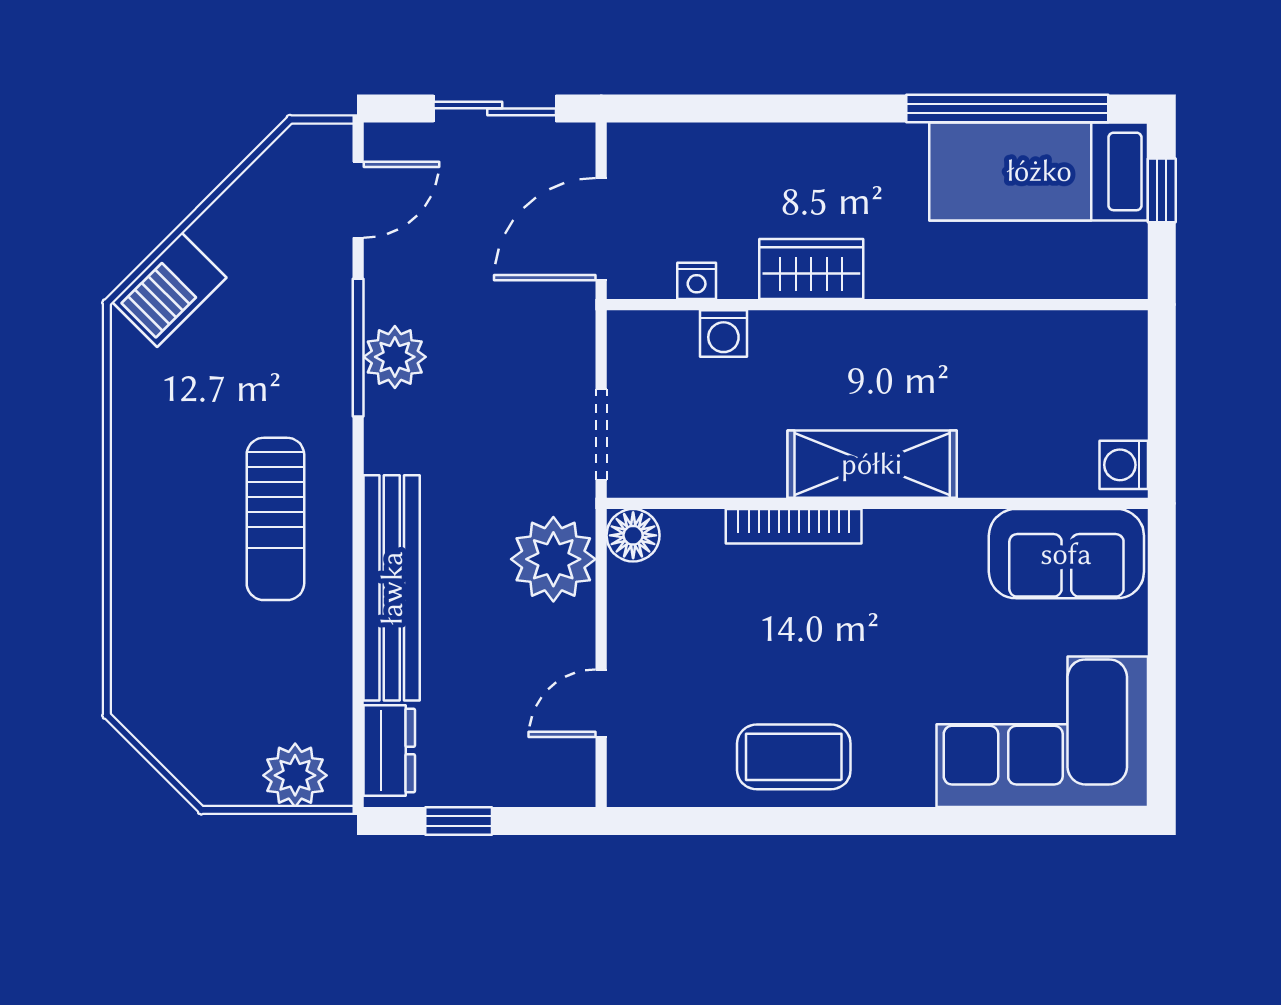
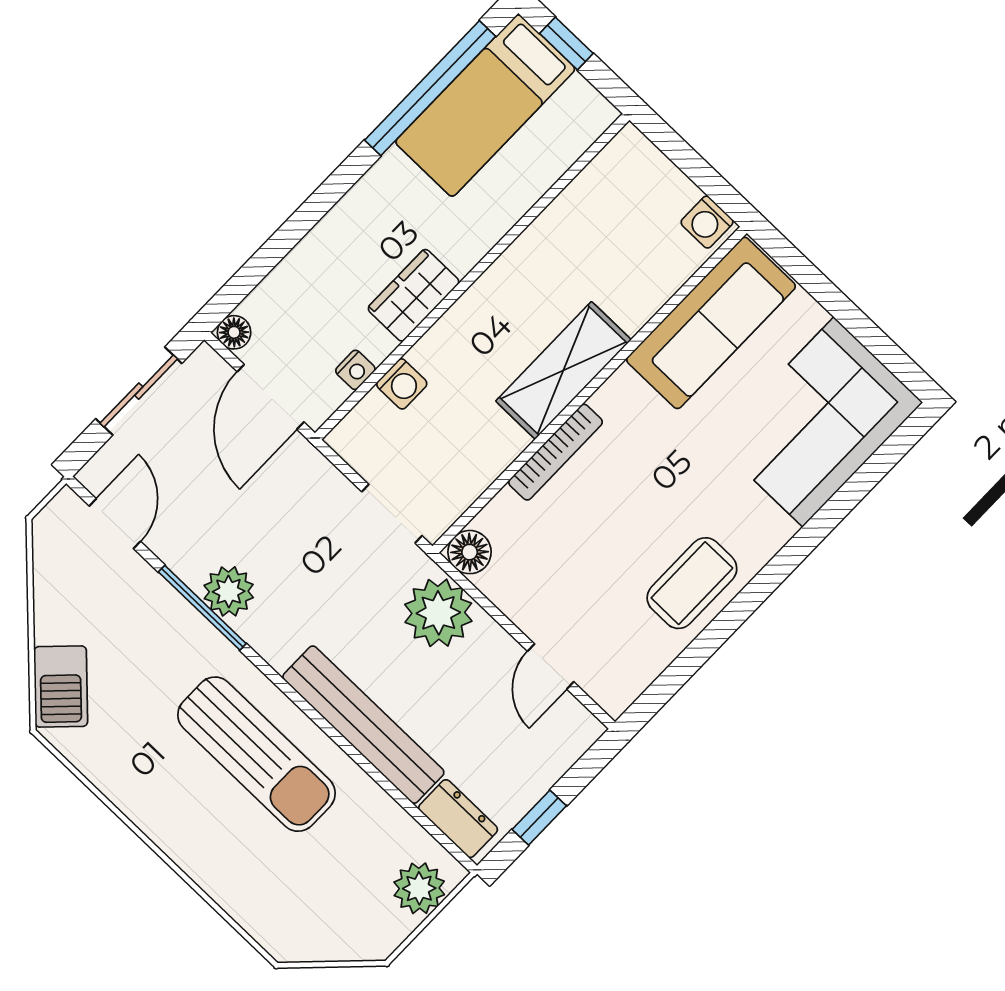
floor lamp: (627, 143) -> (234, 332), added
sun lounger: (275, 519) -> (257, 754), width x1.36, depth x1.34
sofa: (1066, 554) -> (711, 323), width x1.36

